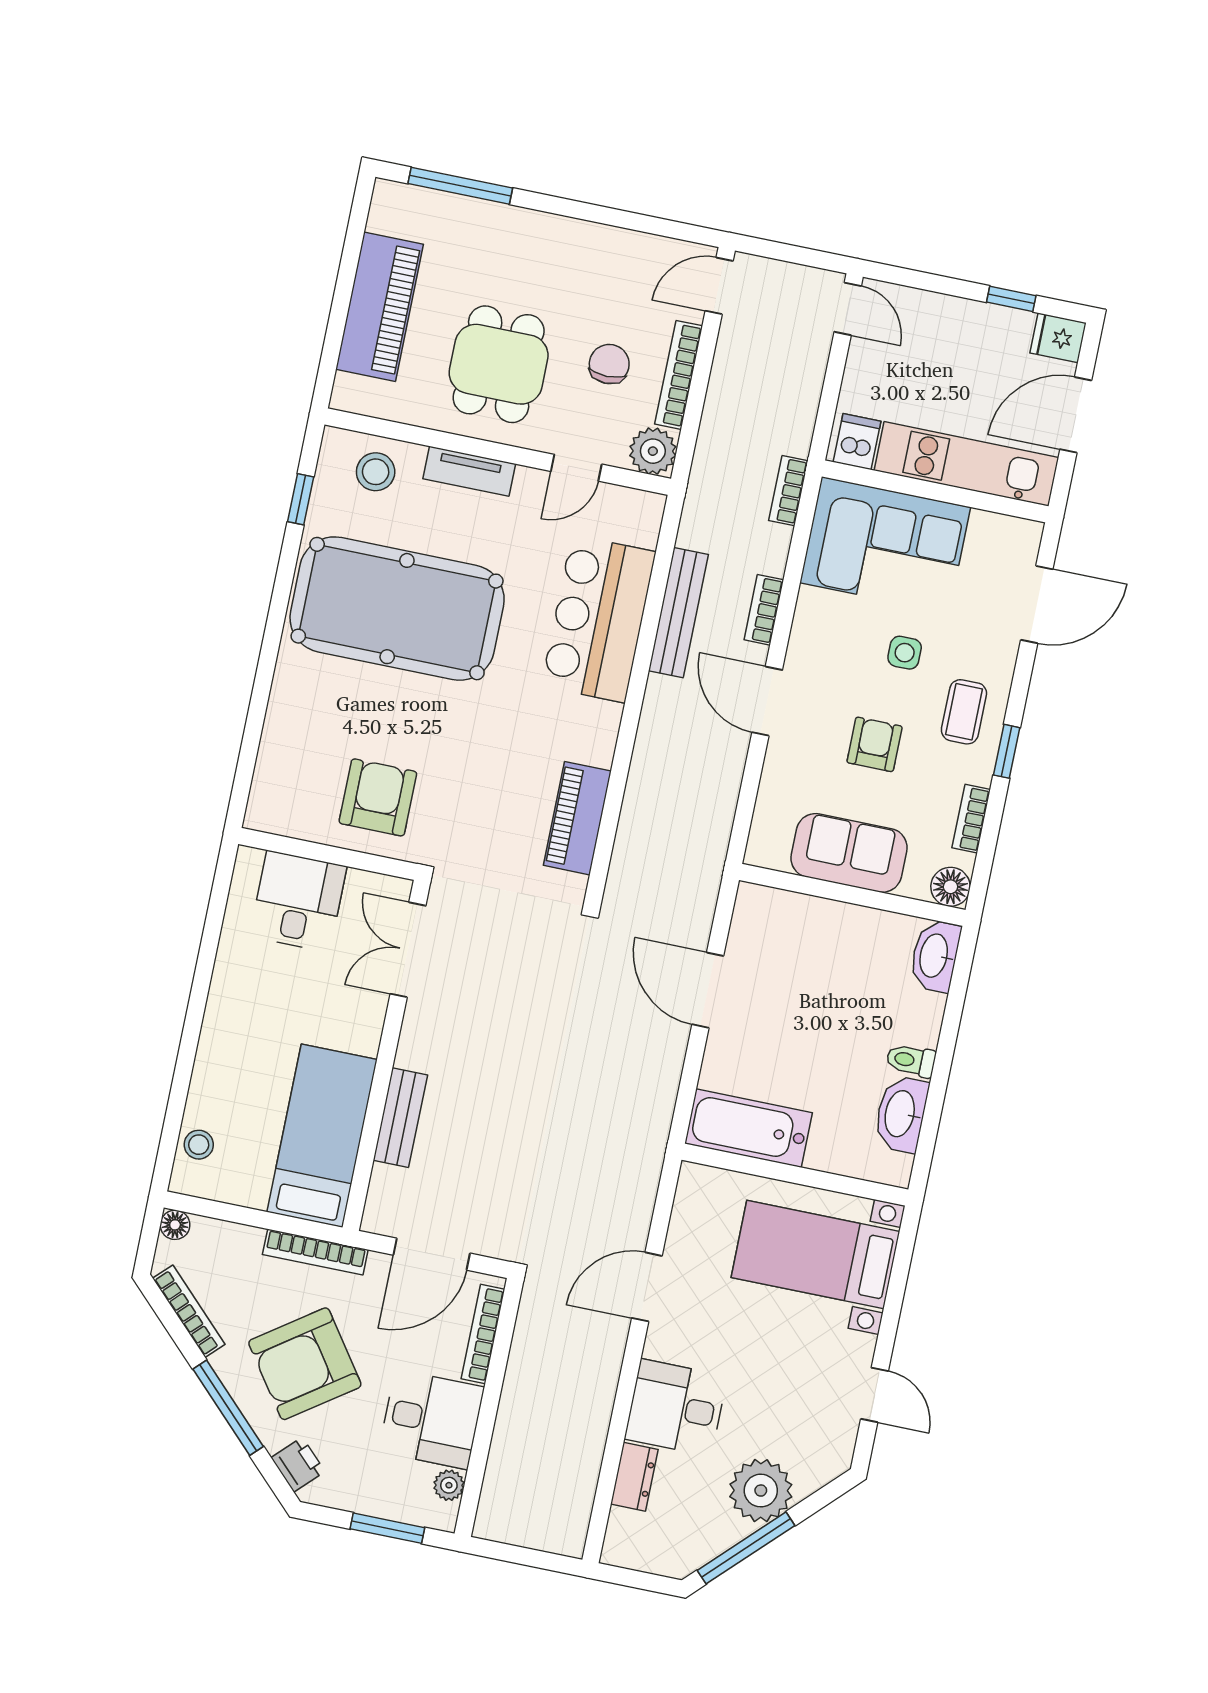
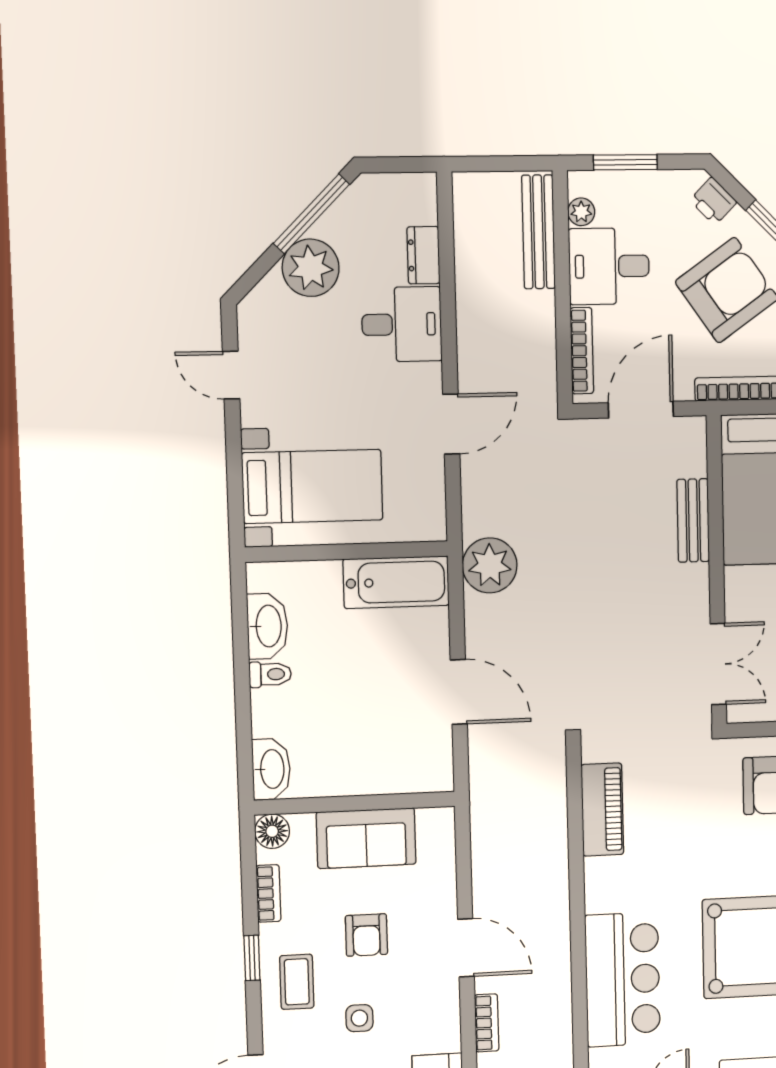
bench: (678, 613) -> (538, 232), moved
plant: (641, 1122) -> (490, 565), added

